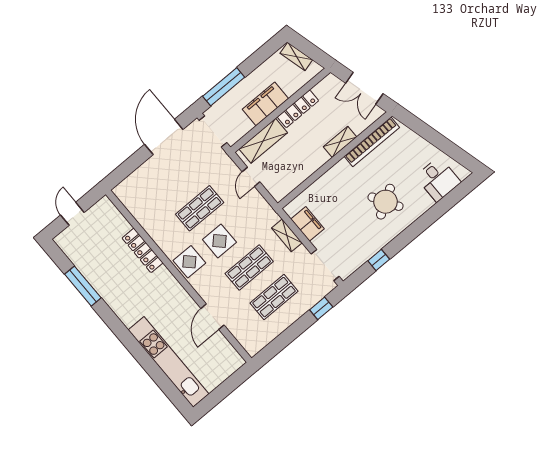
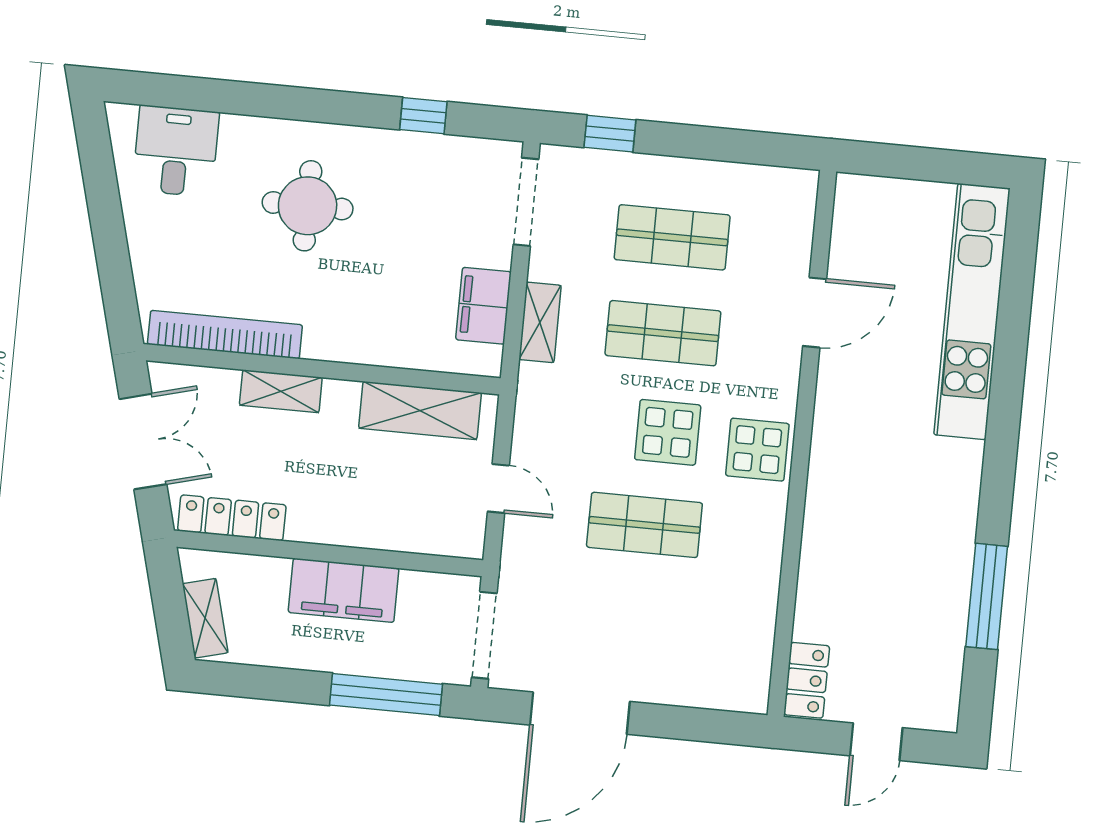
locker: (298, 109) -> (232, 518), moved
shelving: (263, 141) -> (420, 410), moved
door: (251, 177) -> (498, 488), hinge flipped
round table: (385, 202) -> (308, 206), turned 31
locker: (143, 250) -> (807, 680), moved, width x0.66

